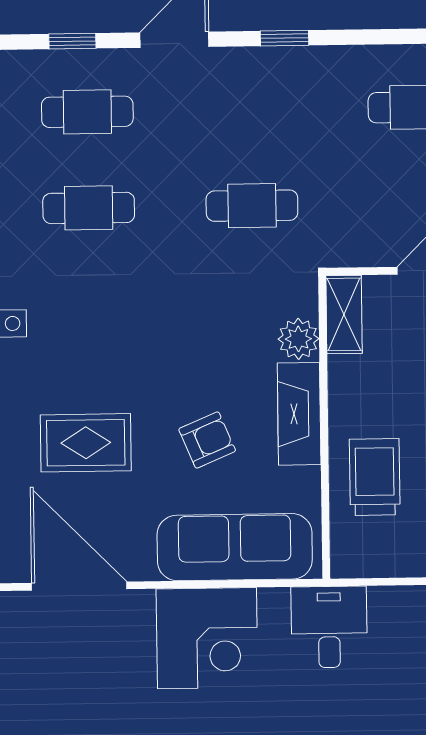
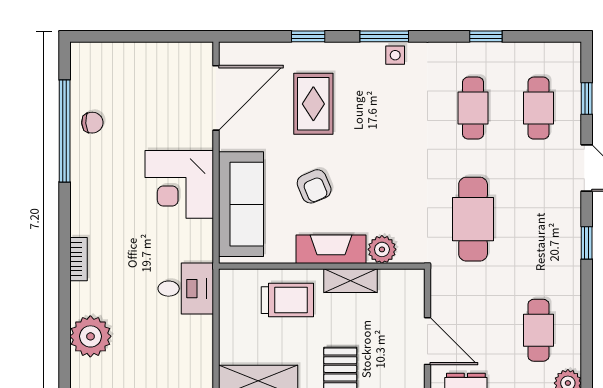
cafe table: (252, 206) -> (473, 219), width x1.37, depth x1.35
shelving: (344, 314) -> (351, 281), moved
desk: (329, 627) -> (186, 289), moved

